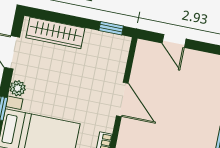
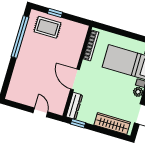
dresser: (120, 56) -> (74, 106), added

